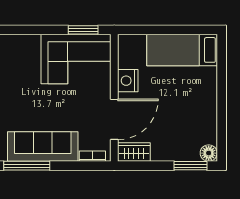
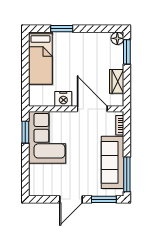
window: (222, 78) -> (62, 29), added
wardrobe: (134, 152) -> (117, 81), moved

